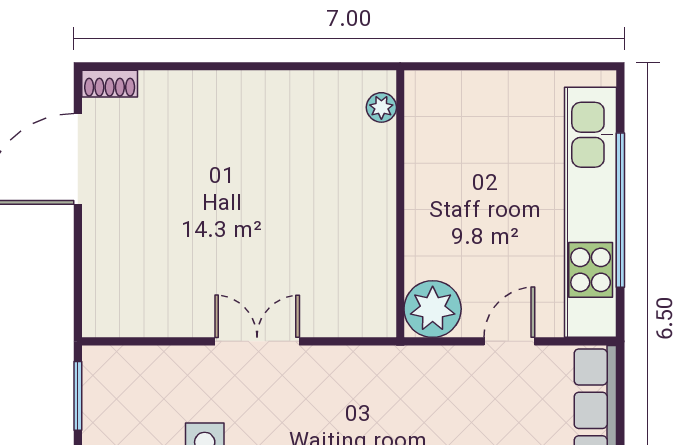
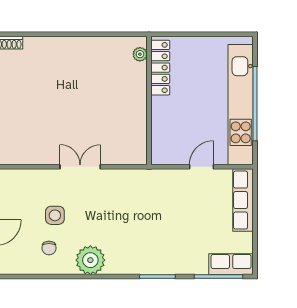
locker: (424, 135) -> (160, 68), added
plant: (433, 309) -> (165, 151), removed

